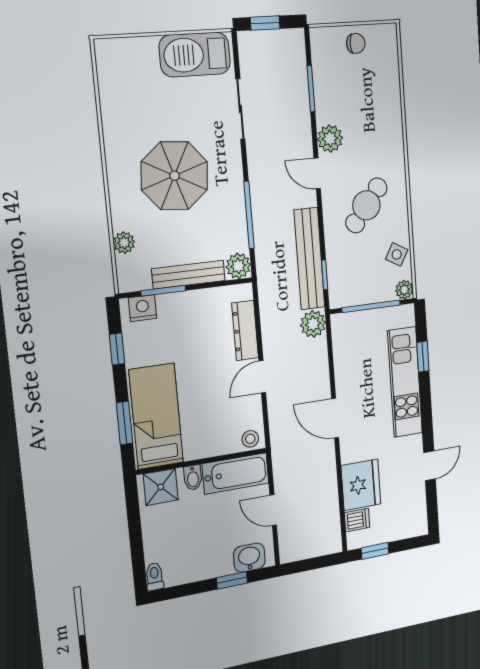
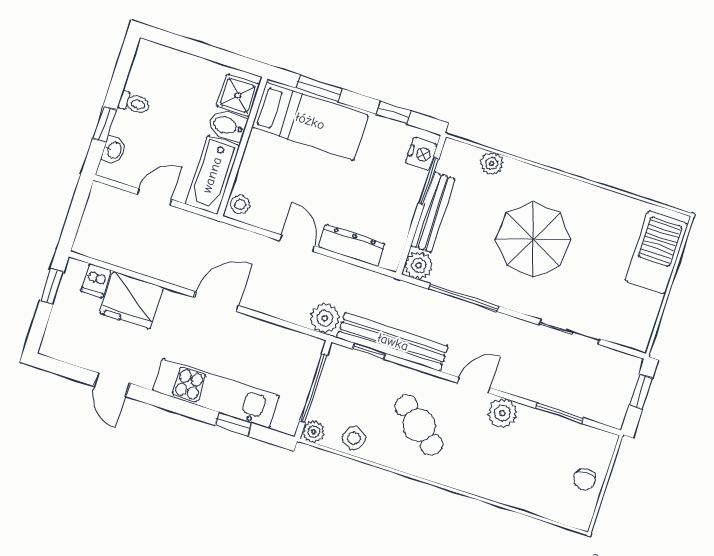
barbecue: (195, 55) -> (657, 252), moved
bidet: (193, 478) -> (227, 126), width x1.38, depth x1.36
washbasin: (249, 558) -> (114, 150), width x0.72, depth x0.69
toilet: (155, 577) -> (134, 103), moved

